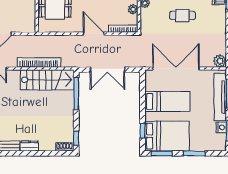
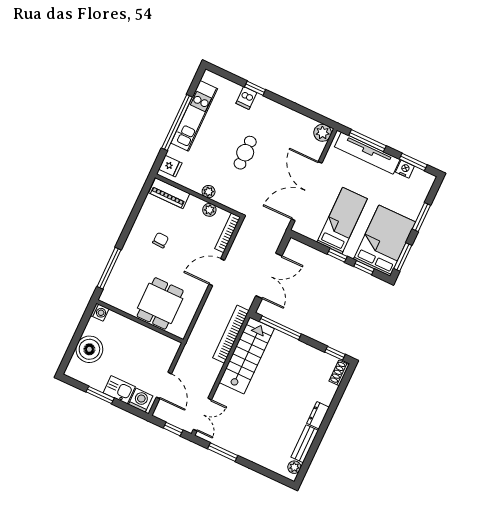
bookcase: (39, 62) -> (231, 334), moved
window: (143, 109) -> (337, 255), added

